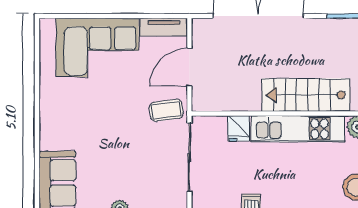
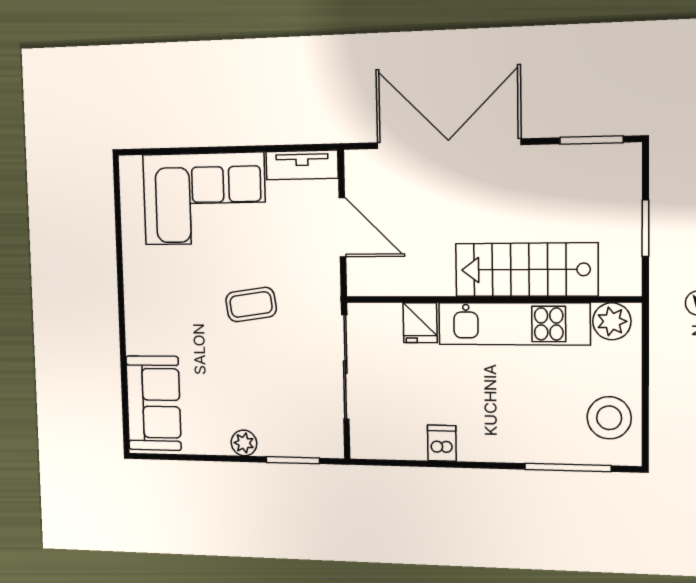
door: (189, 67) -> (342, 227), swing flipped
coffee table: (166, 110) -> (251, 305), moved

